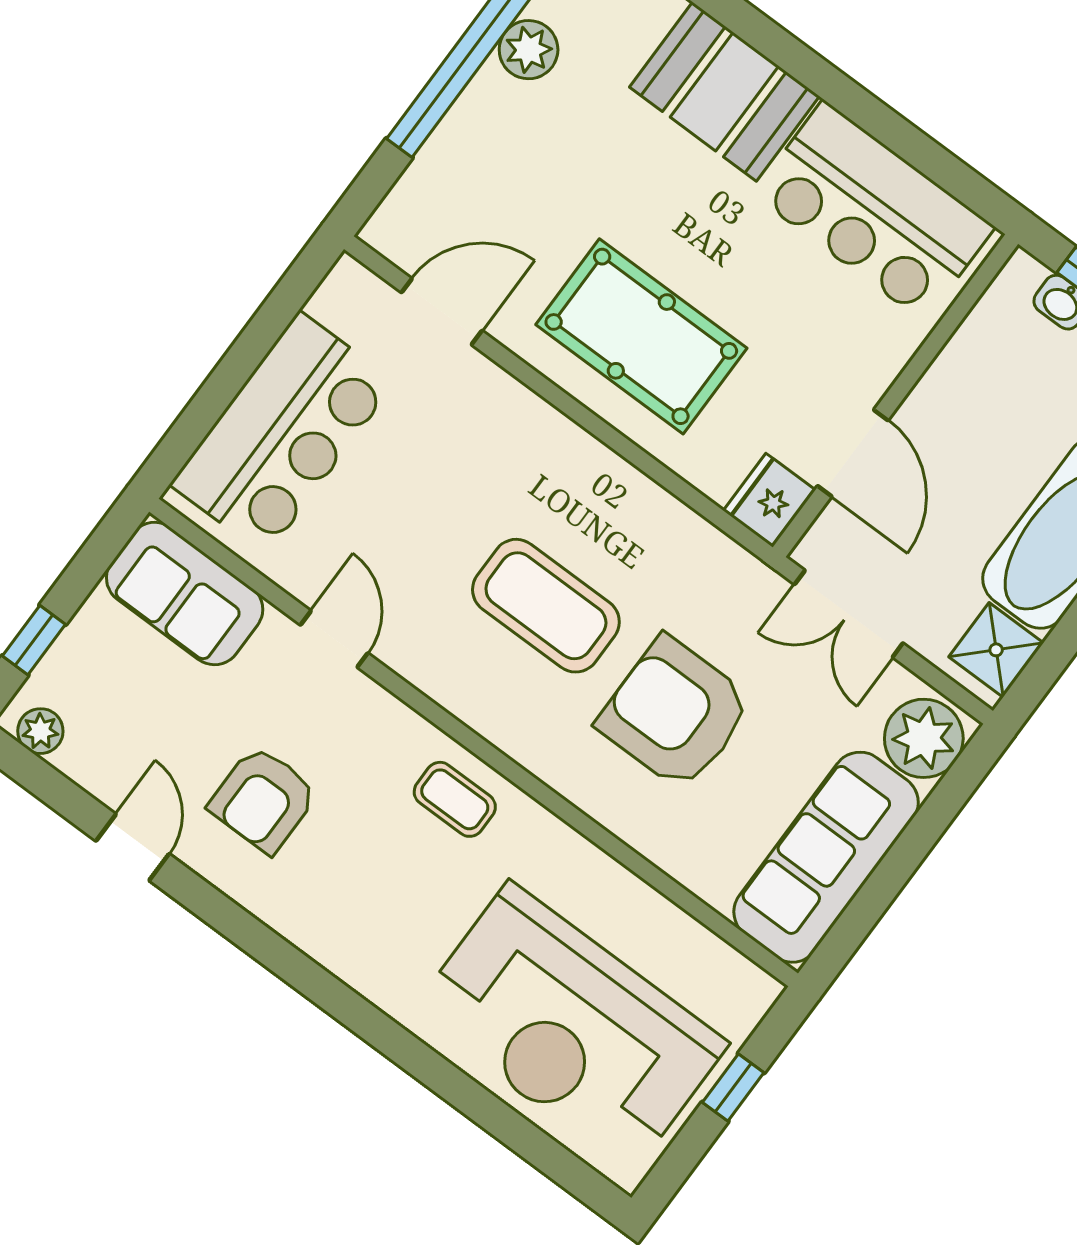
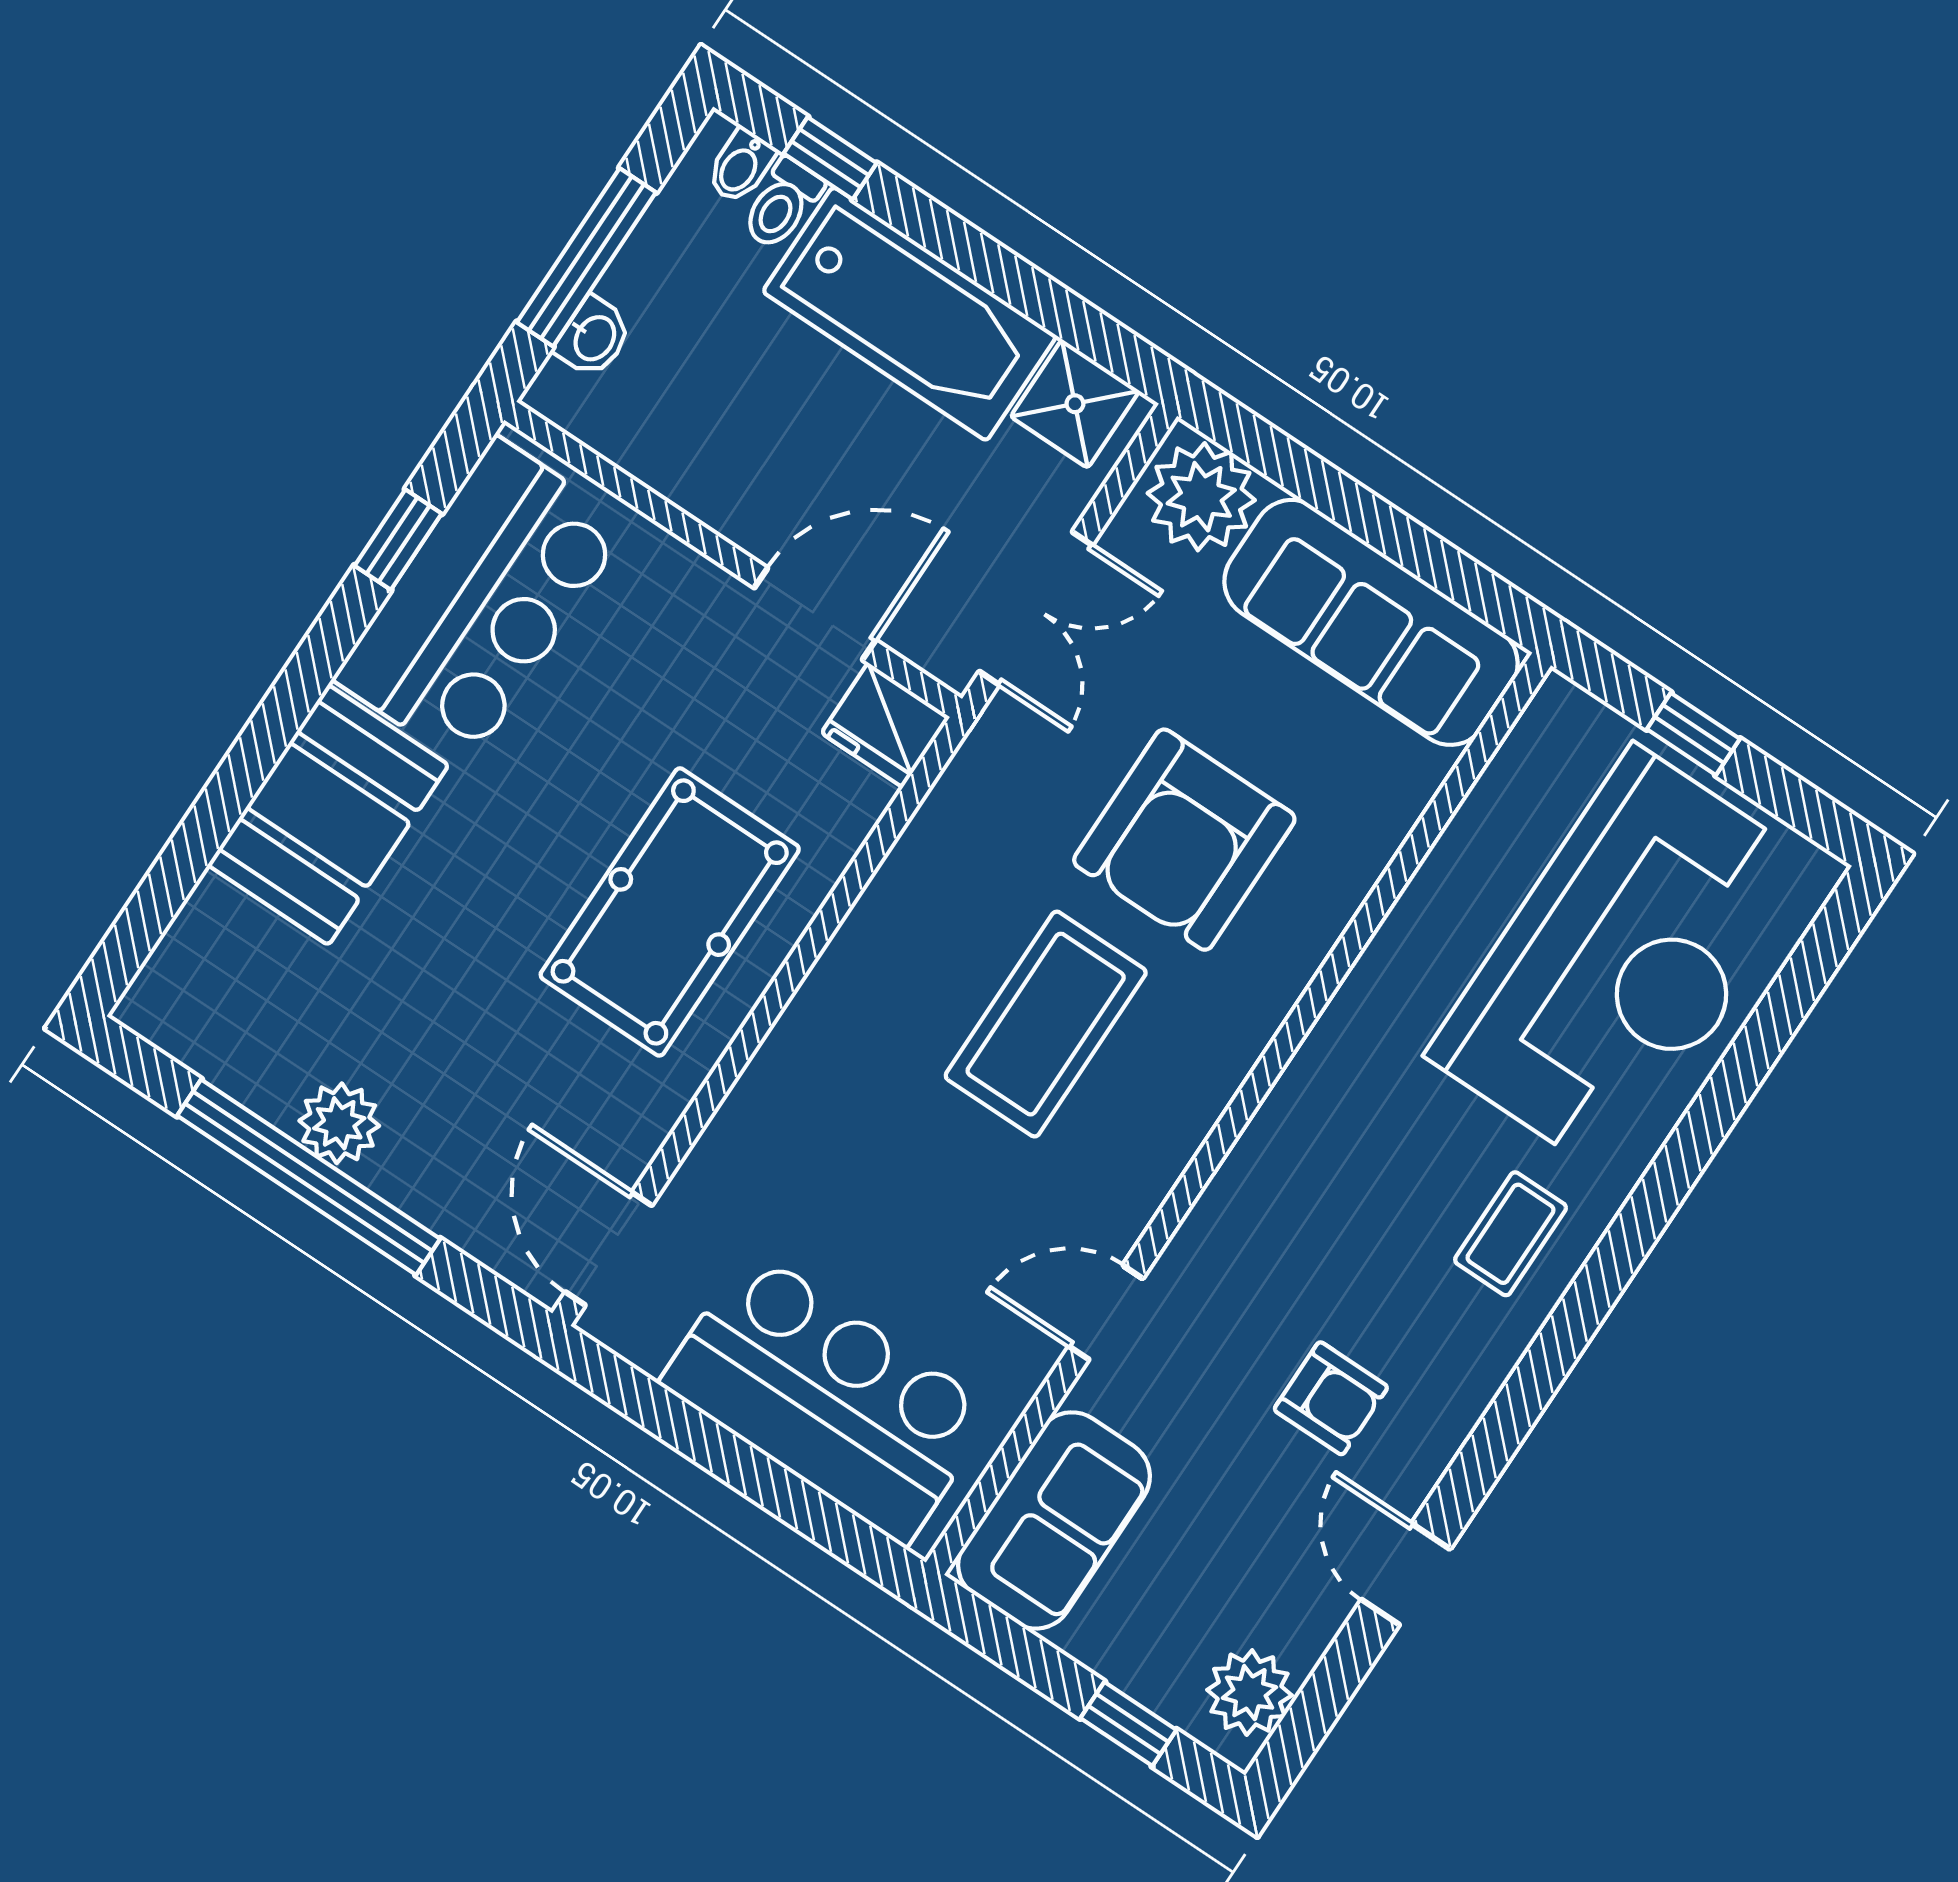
plant: (529, 50) -> (339, 1123), moved
window: (922, 153) -> (398, 540), added
door: (442, 312) -> (609, 1249), moved
plant: (40, 731) -> (1249, 1693), width x1.38, depth x1.38
armchair: (263, 799) -> (1331, 1398), width x0.72, depth x0.72
coffee table: (455, 799) -> (1511, 1234), moved
door: (133, 847) -> (1406, 1574), hinge flipped

